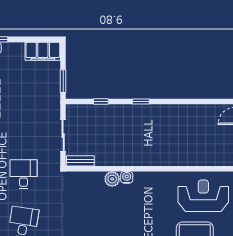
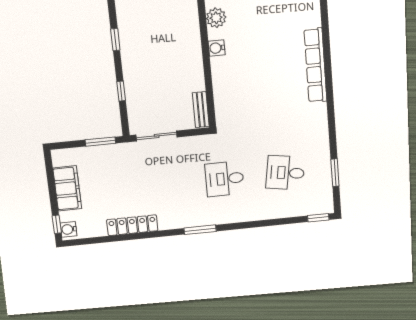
filing cabinet: (43, 51) -> (67, 188), moved
sliding door: (63, 135) -> (157, 136), moved
plant: (112, 179) -> (216, 18), moved

